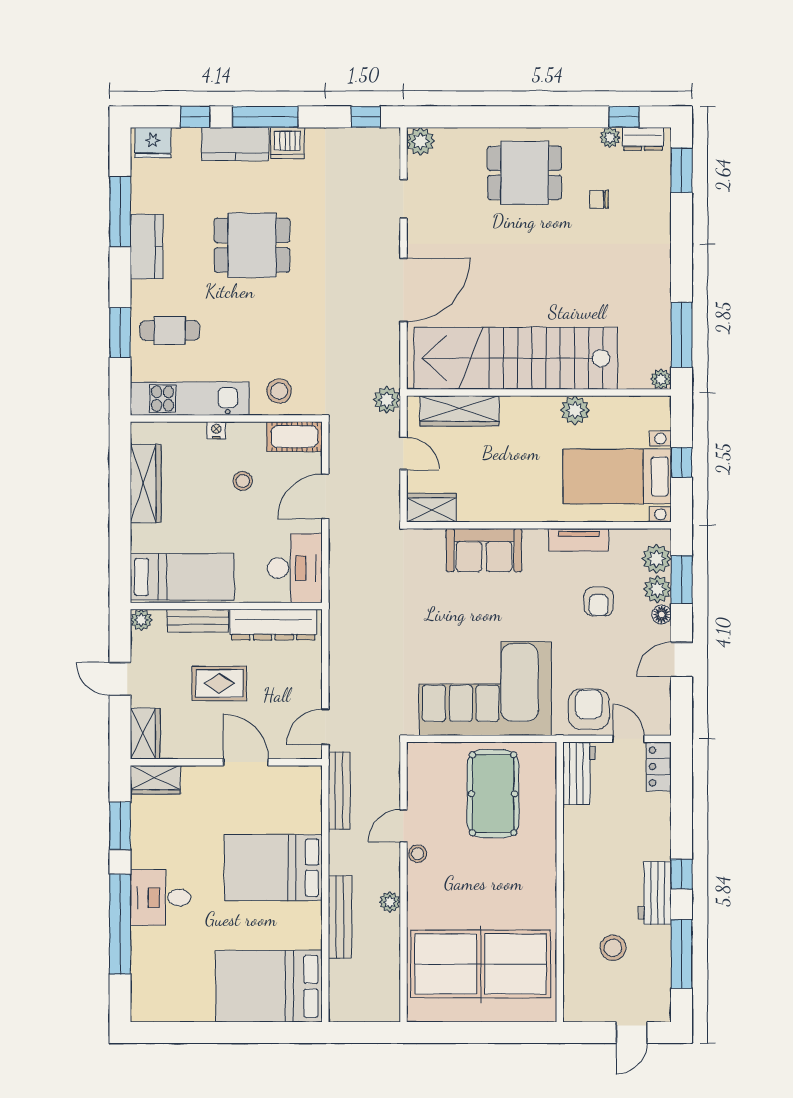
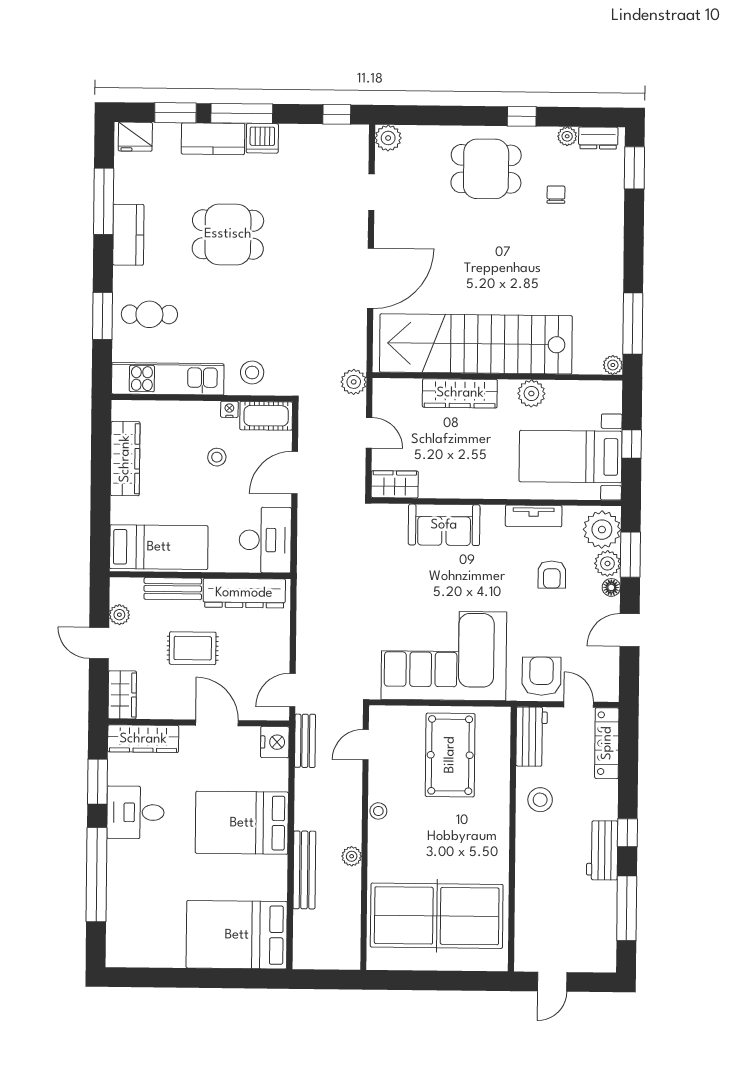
window: (195, 117) -> (175, 113), width x1.50
window: (624, 117) -> (522, 116), moved
chair: (599, 199) -> (556, 195), turned 90
wardrobe: (459, 411) -> (460, 393), moved
nightstand: (216, 430) -> (229, 409), moved
plant: (656, 559) -> (602, 530), width x1.36, depth x1.36
plant: (141, 620) -> (119, 615), moved
locker: (659, 766) -> (607, 743), width x1.53
wardrobe: (155, 780) -> (143, 739), width x1.50
nightstand: (307, 782) -> (275, 742), added
bench: (339, 791) -> (305, 741), width x0.73
door: (403, 826) -> (366, 745), moved
desk: (161, 898) -> (135, 812), moved
stool: (613, 948) -> (540, 800), moved
door: (632, 1033) -> (552, 982), moved

